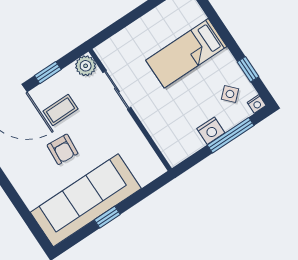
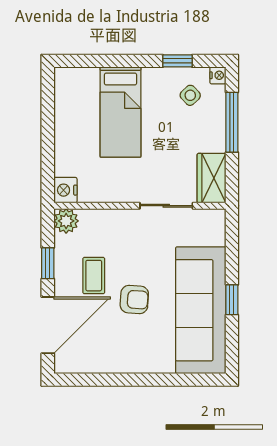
sliding door: (117, 90) -> (166, 206), moved
nightstand: (211, 131) -> (65, 190), moved, turned 180
wardrobe: (182, 147) -> (212, 178), added

